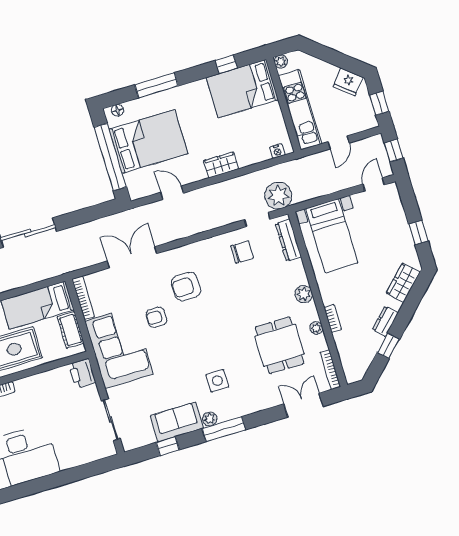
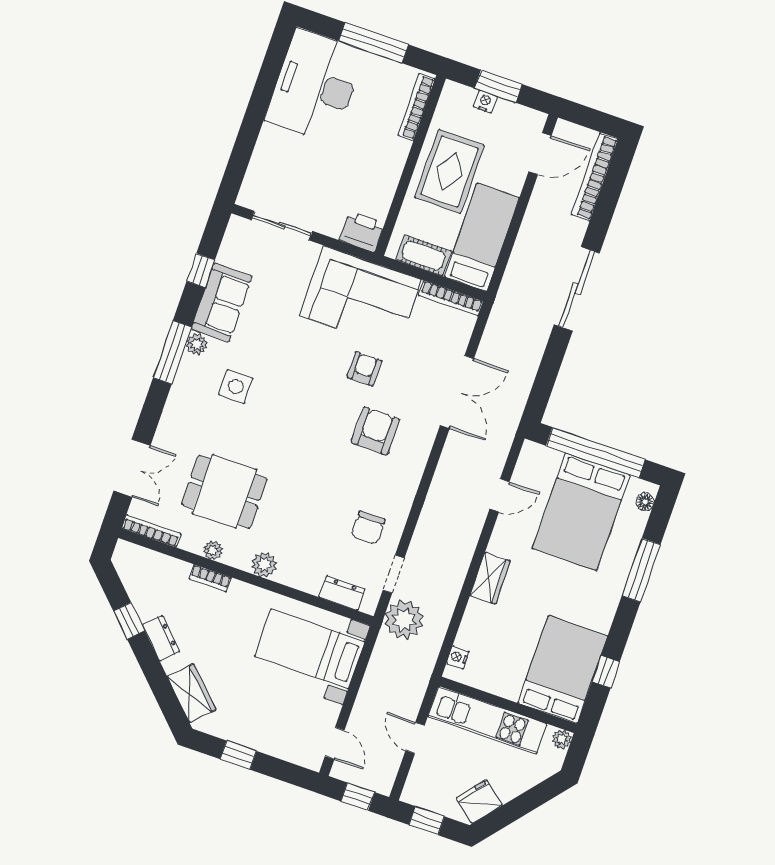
dresser: (288, 240) -> (342, 593), width x0.70

